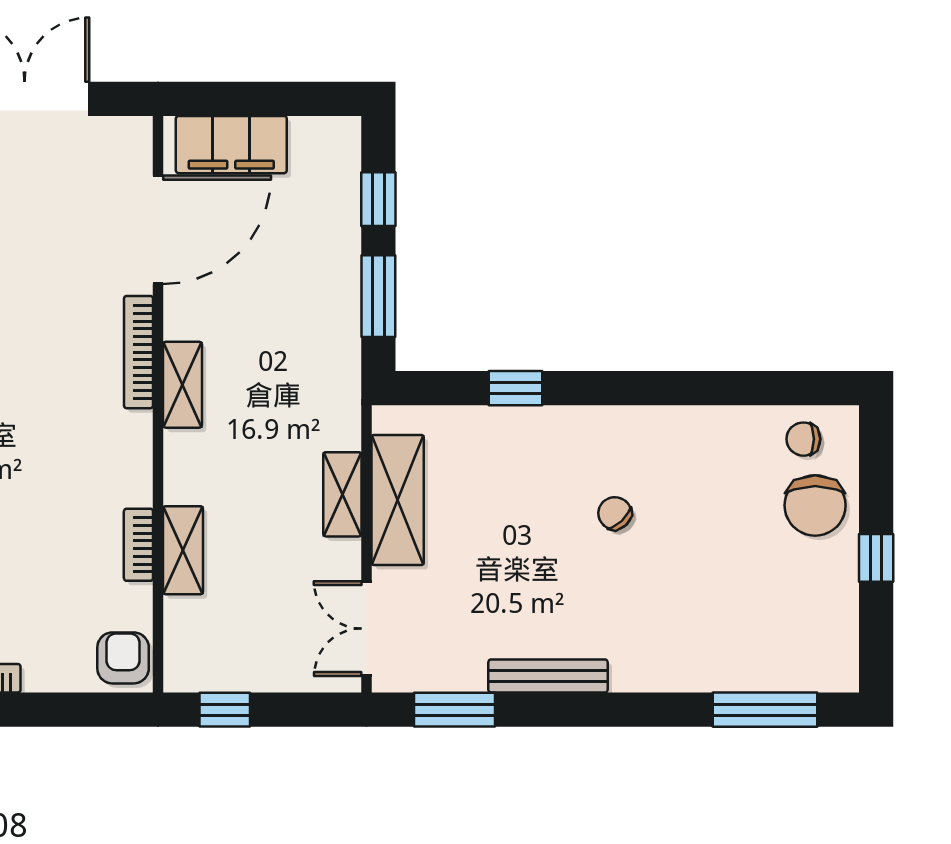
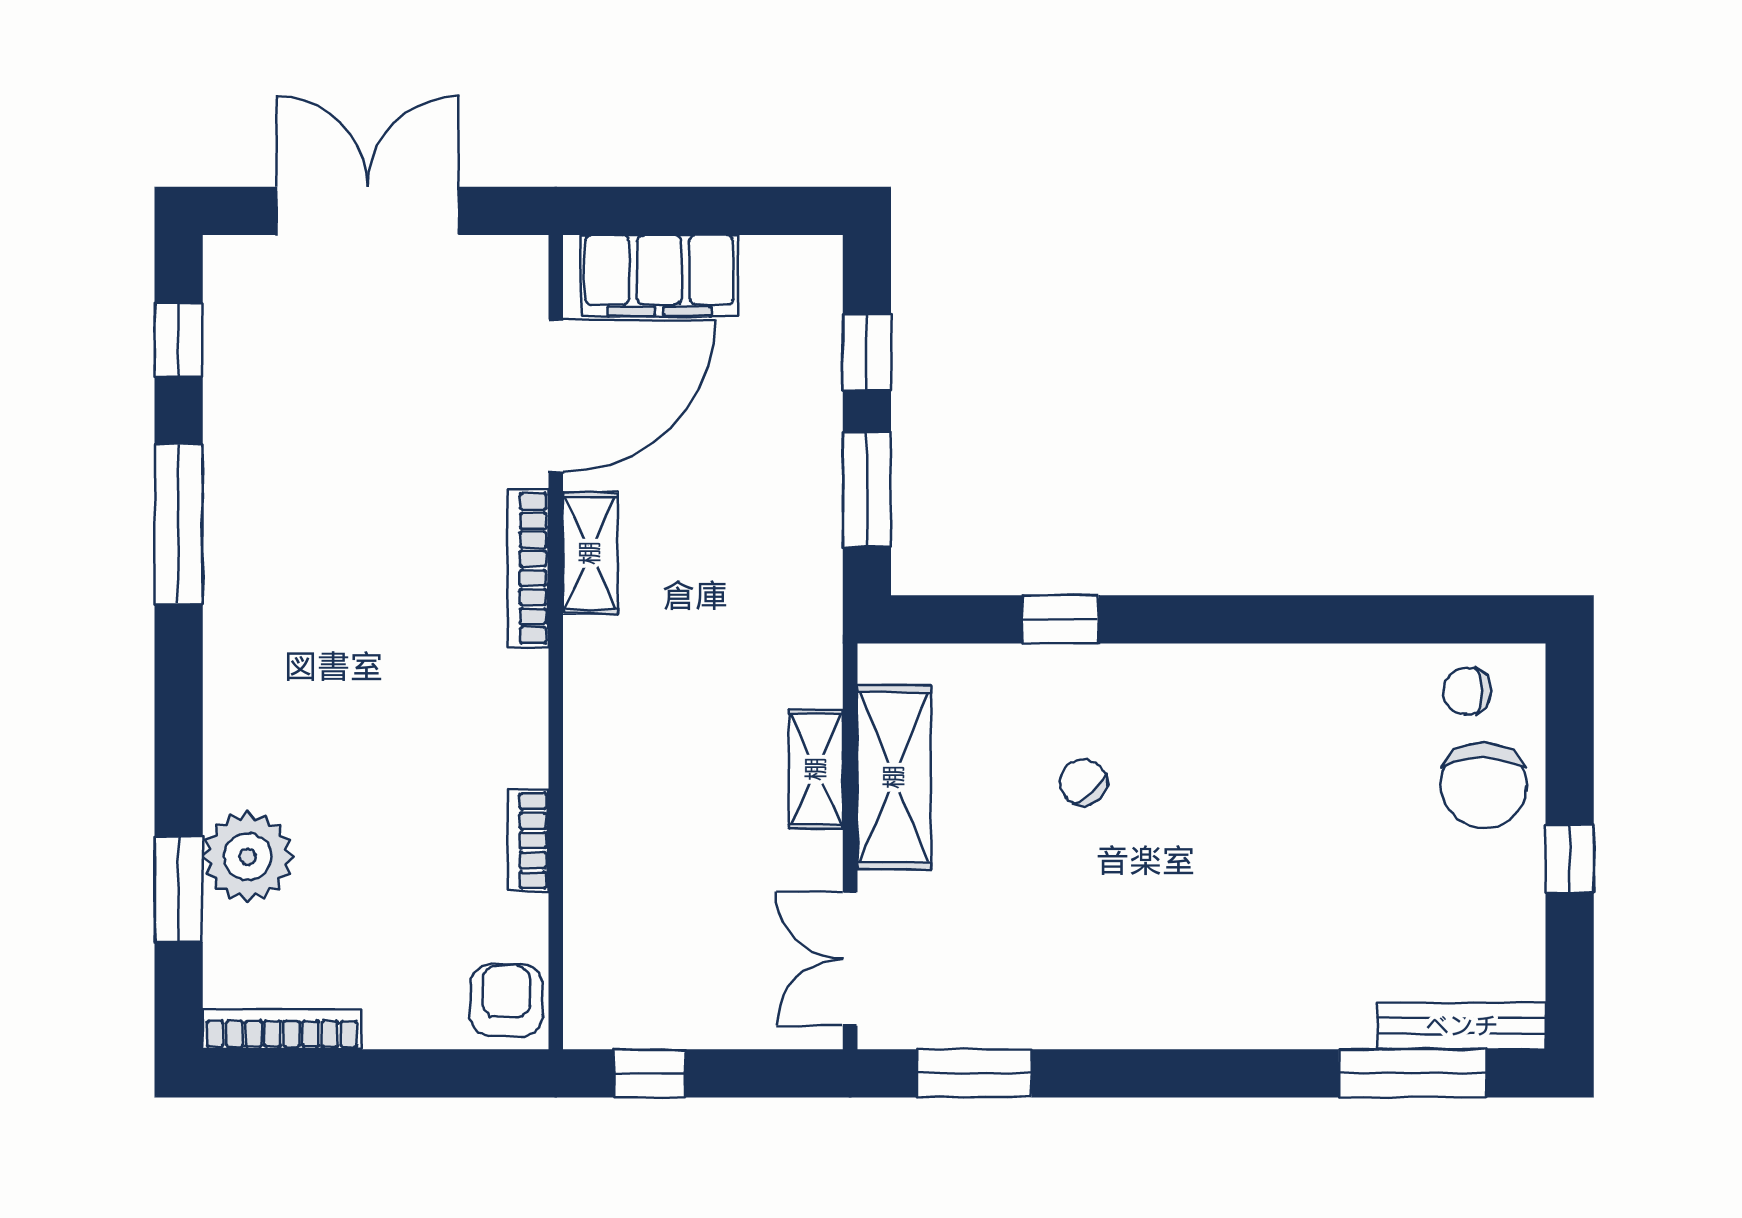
shelving: (182, 385) -> (590, 553), moved
chair: (615, 513) -> (1083, 782), moved
shelving: (183, 550) -> (591, 848), removed
bench: (548, 676) -> (1462, 1026), moved

